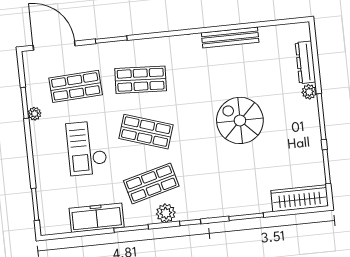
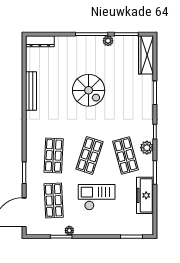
dresser: (305, 62) -> (40, 41), moved
plant: (309, 92) -> (108, 41), moved
spiral stairs: (240, 120) -> (89, 90), turned -90
checkout: (87, 148) -> (97, 197), turned 180

